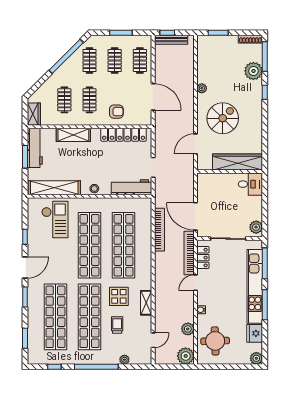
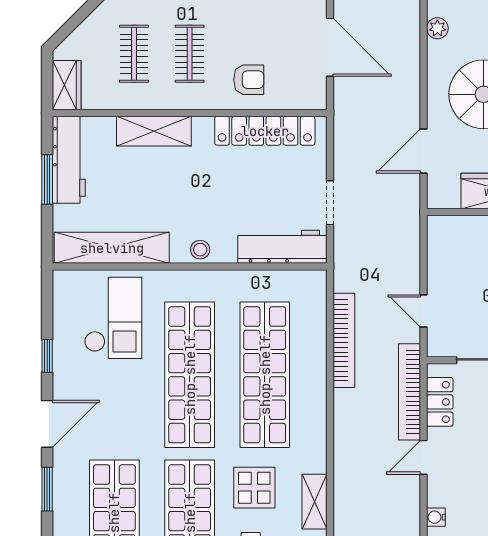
door: (196, 216) -> (424, 311), width x0.53

